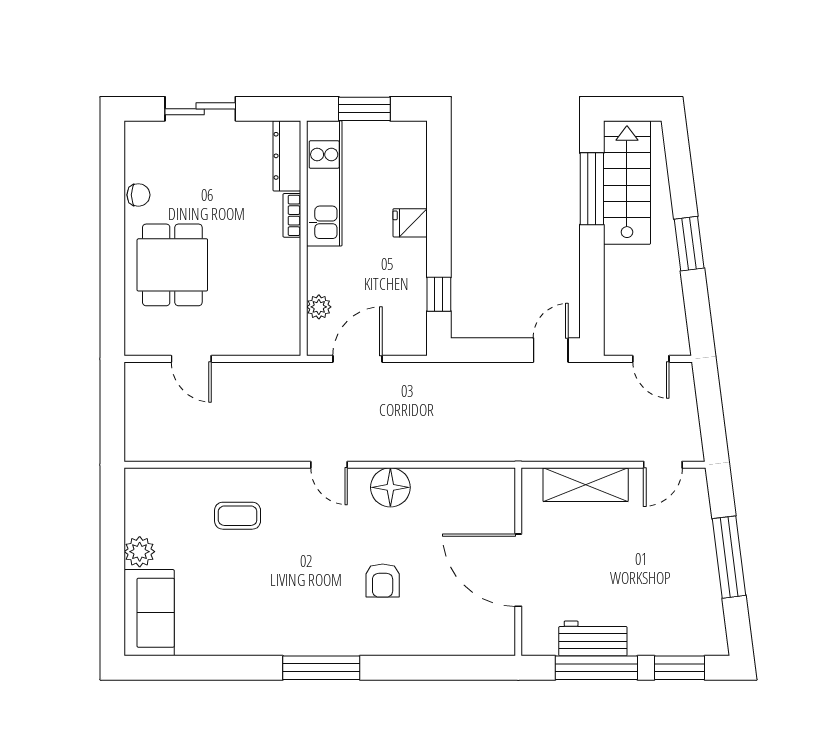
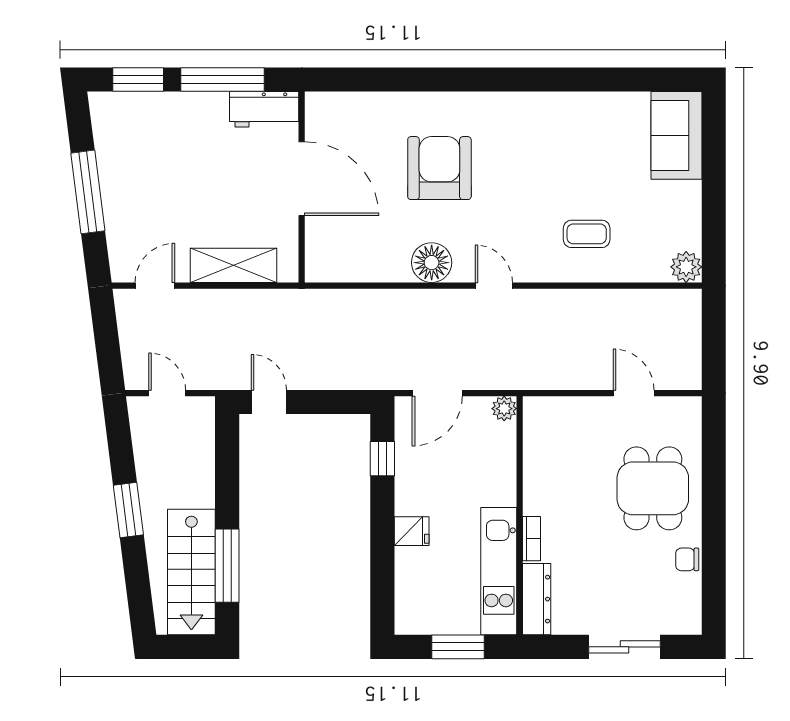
plant: (319, 307) -> (504, 409), moved
door: (551, 350) -> (269, 402), swing flipped
door: (358, 359) -> (437, 393), moved
plant: (140, 552) -> (686, 267), moved
armchair: (383, 581) -> (439, 168), width x1.88, depth x1.88
workbench: (593, 638) -> (264, 109), moved
window: (321, 668) -> (502, 80), removed

